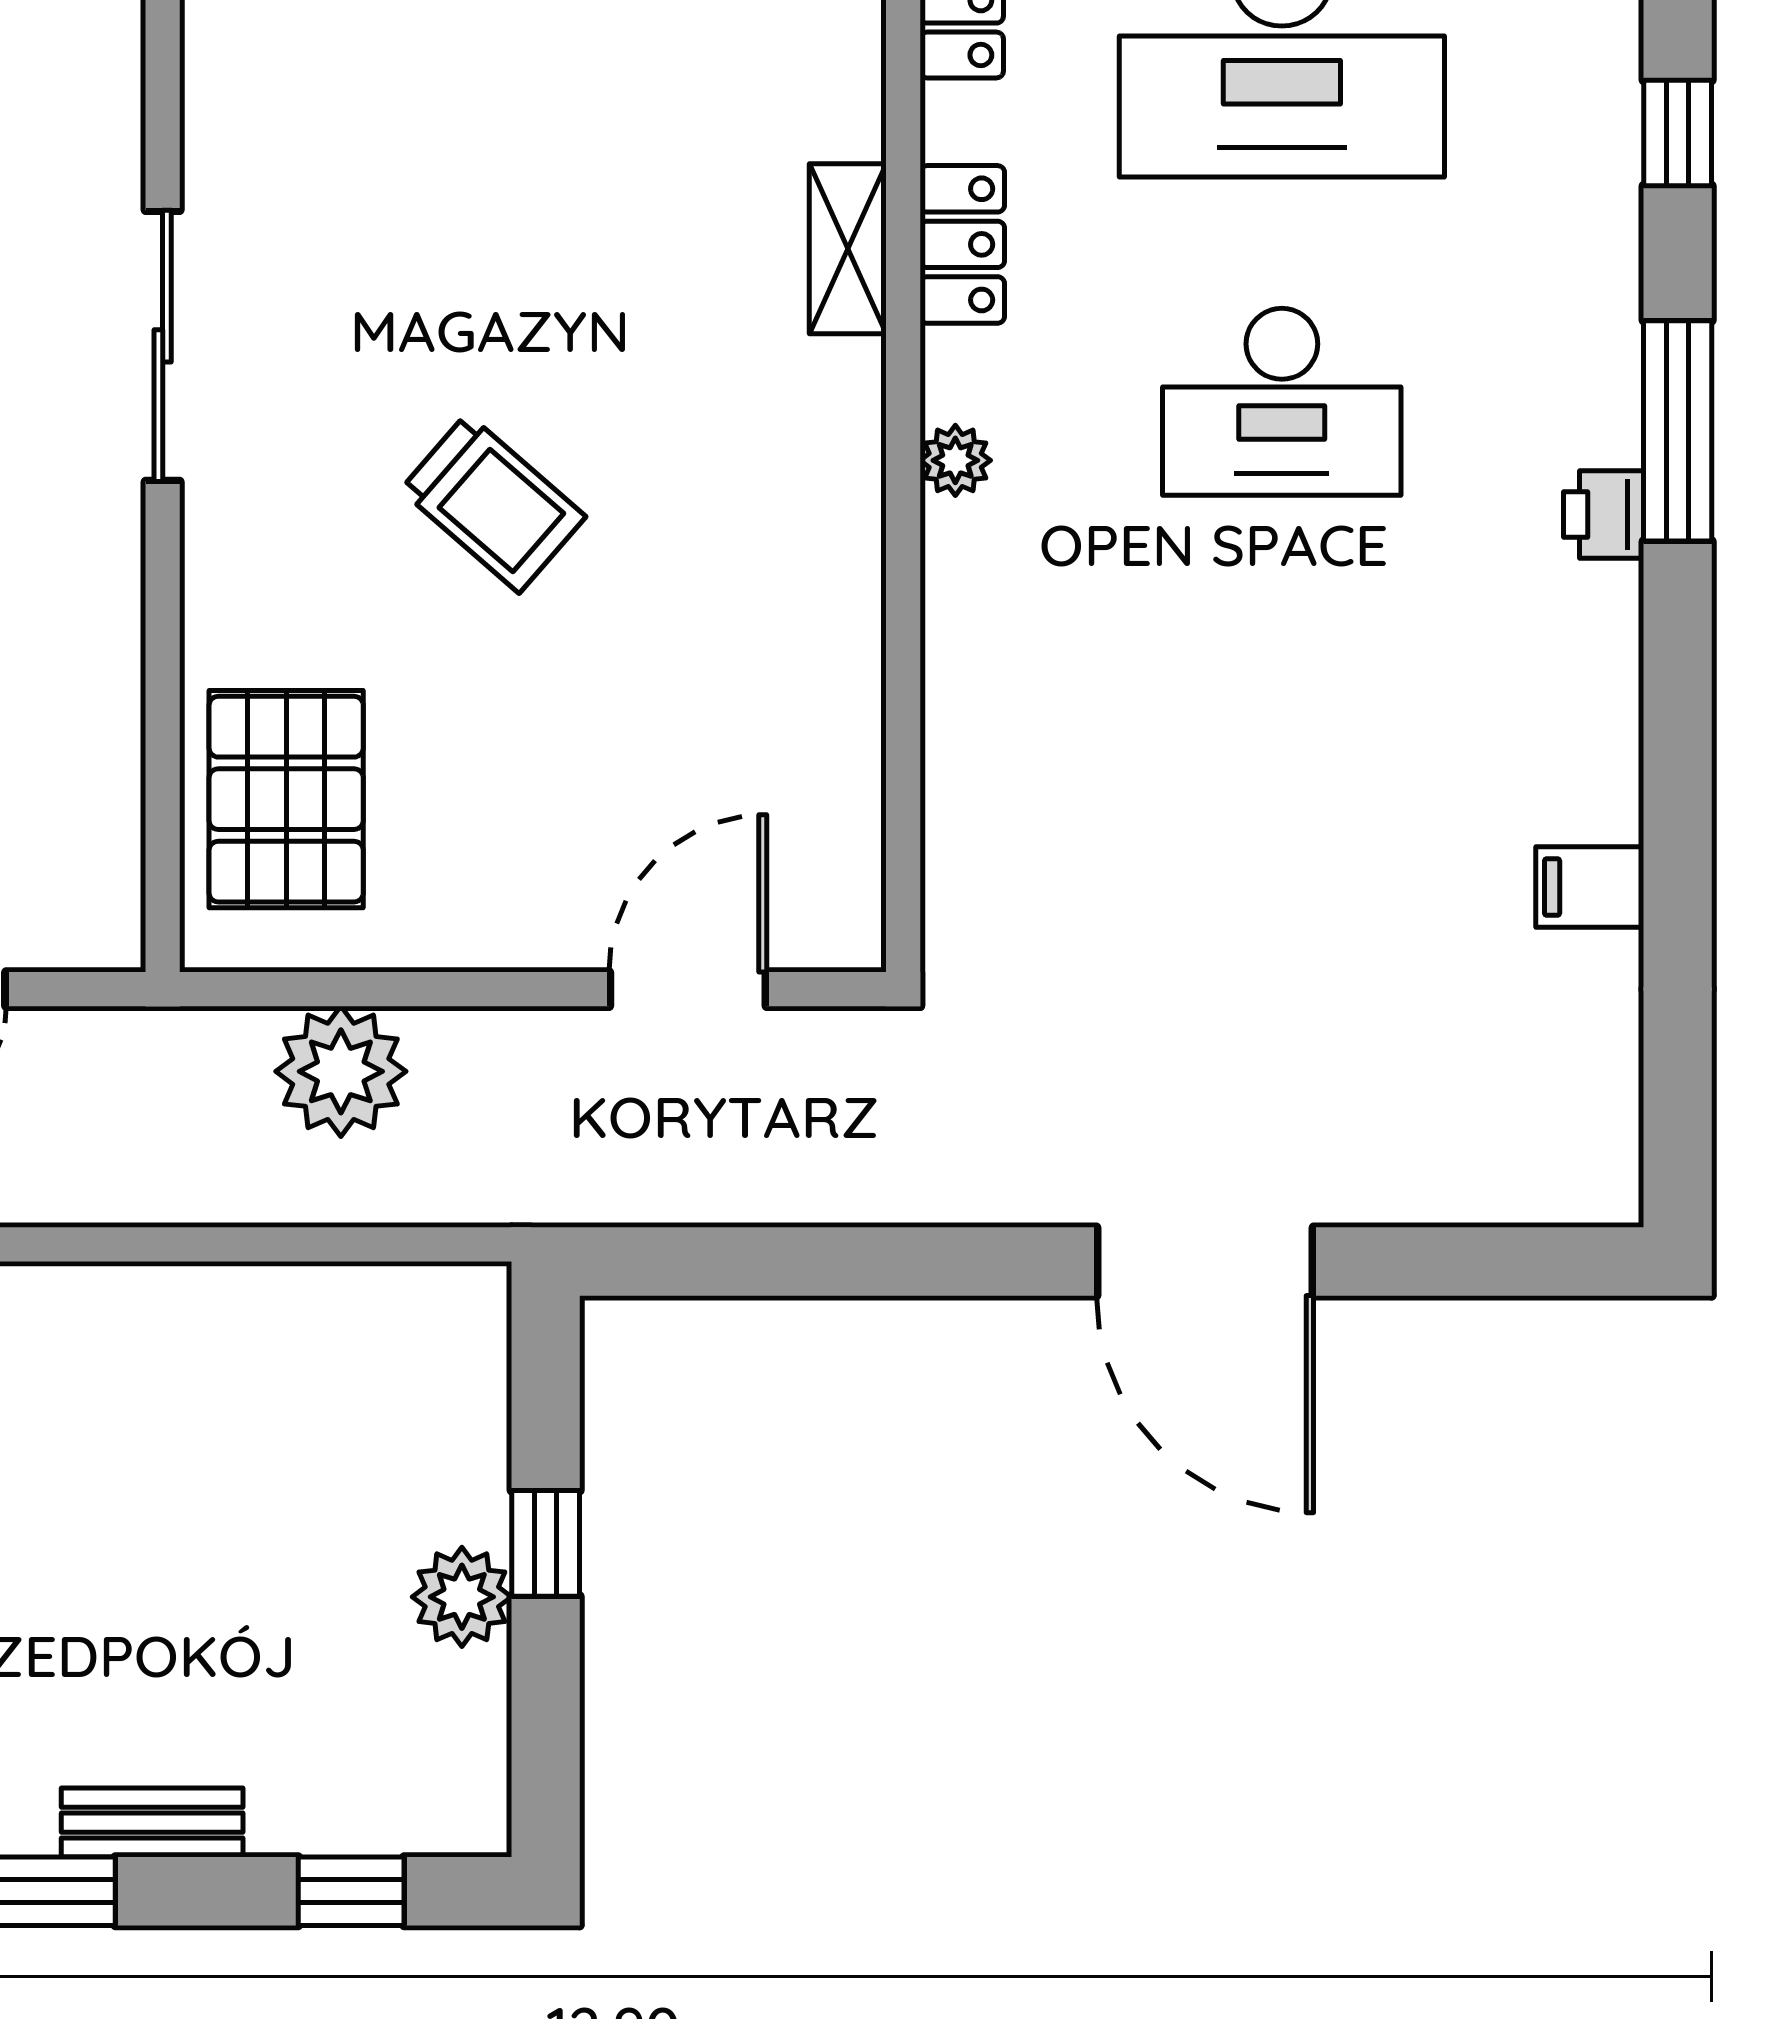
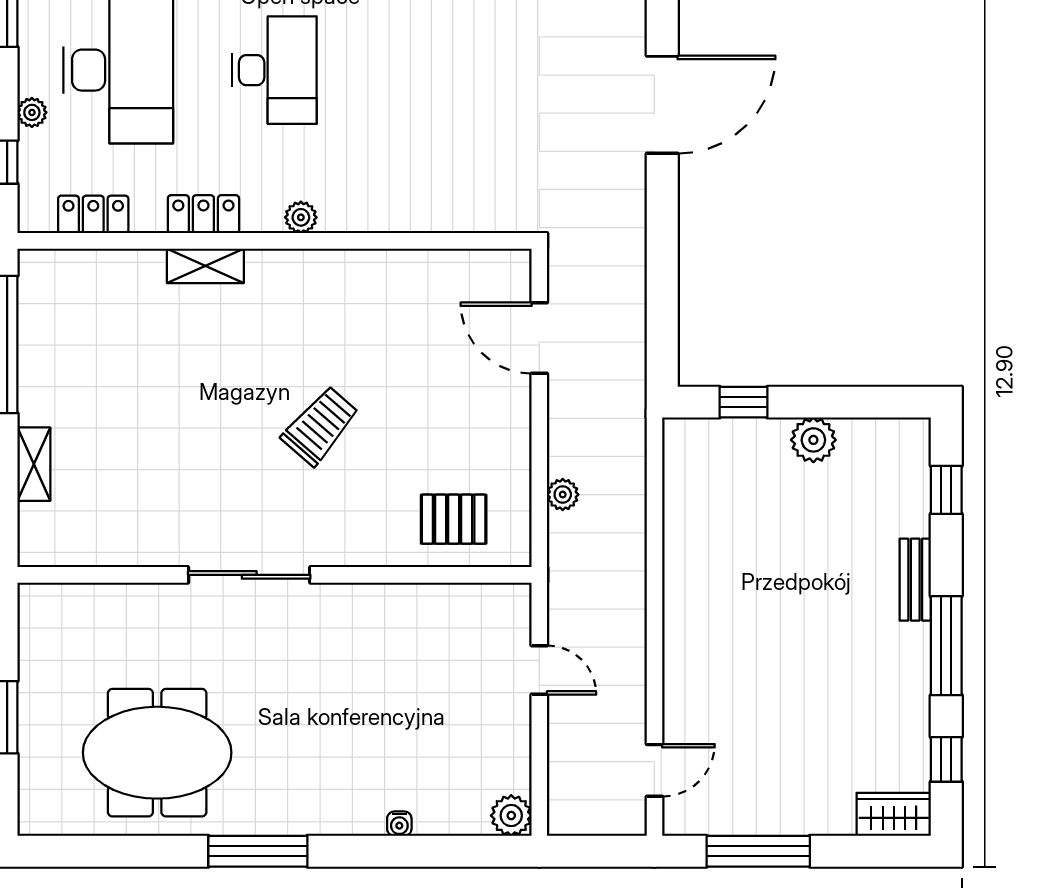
pallet: (286, 799) -> (454, 519), width x0.67, depth x0.71
plant: (341, 1071) -> (563, 495), width x0.53, depth x0.53
window: (546, 1543) -> (743, 402), moved

